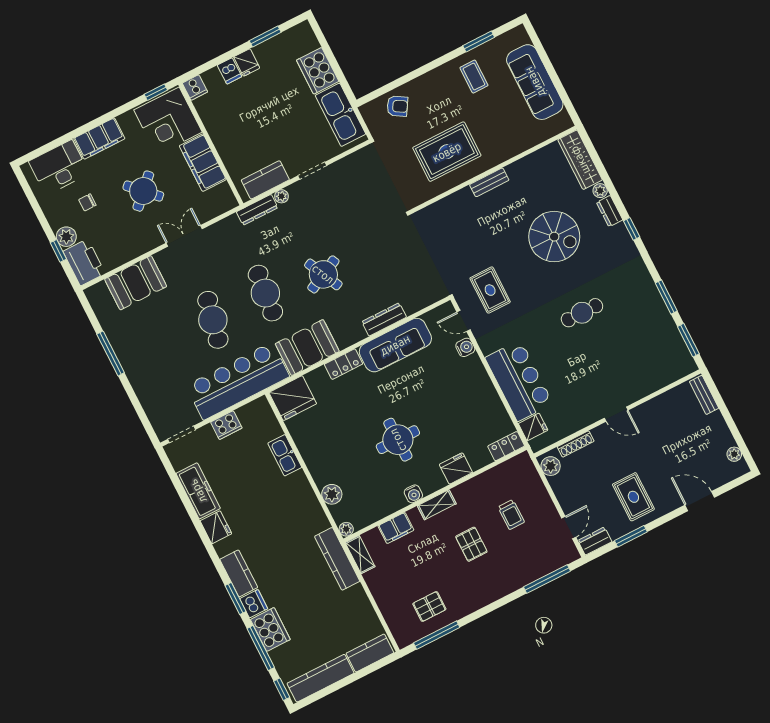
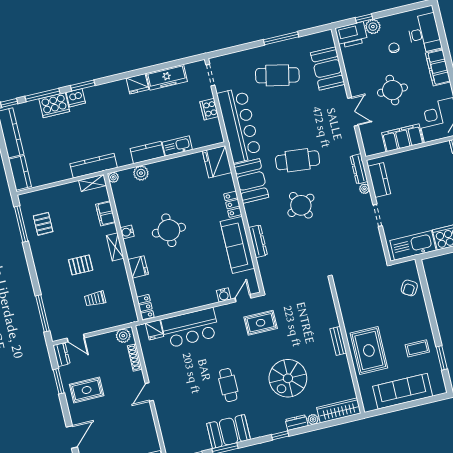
rug: (447, 152) -> (369, 350), moved
round table: (143, 191) -> (392, 90), turned 45
booth: (643, 298) -> (229, 431), added
cafe table: (213, 320) -> (277, 75), moved
kitchen counter: (239, 573) -> (147, 152), moved, turned 180

